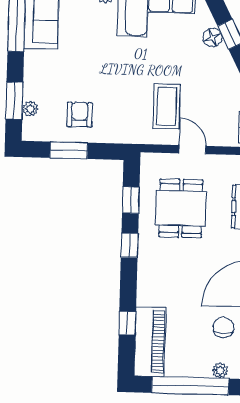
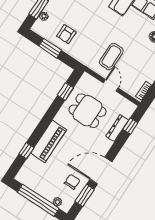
armchair: (80, 115) -> (66, 34), turned 180
dining table: (181, 208) -> (87, 111), turned 90
window: (129, 245) -> (51, 113), removed
piano: (150, 342) -> (49, 141), moved

